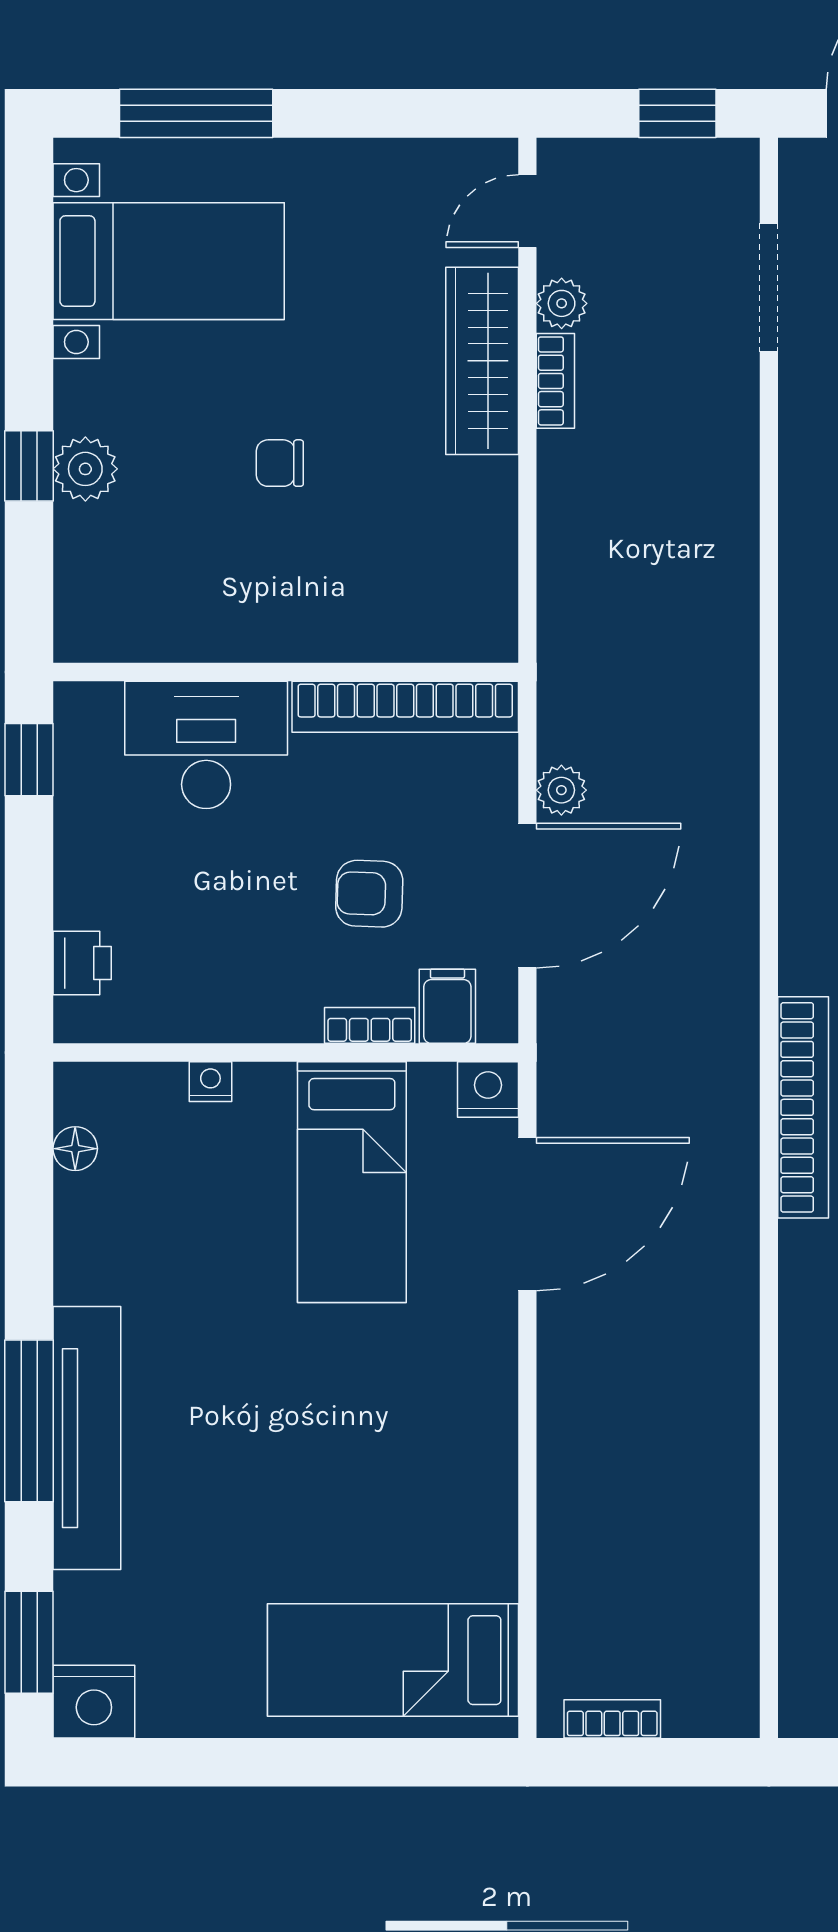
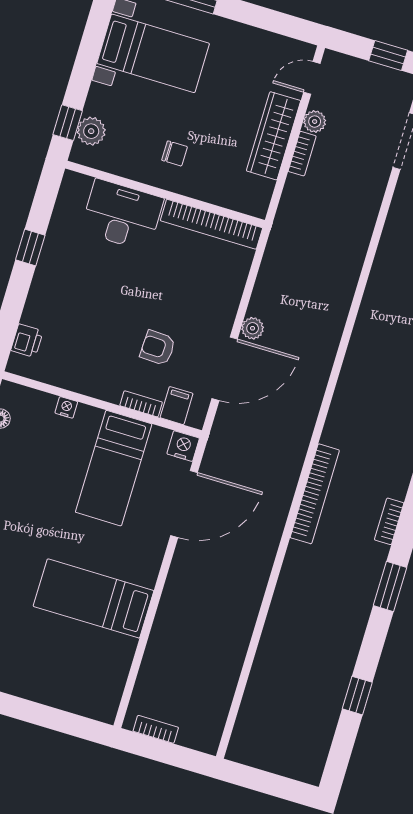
chair: (280, 463) -> (175, 153), turned 180
wall: (286, 672) -> (165, 194), moved
bookcase: (405, 707) -> (211, 224), moved
desk: (206, 745) -> (122, 215), moved
bed: (393, 1660) -> (93, 598), moved

